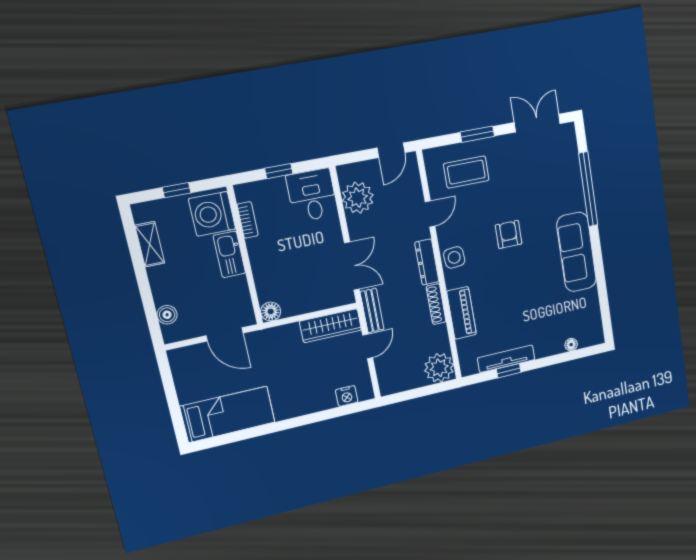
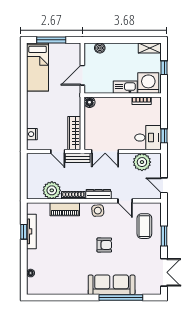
window: (279, 171) -> (164, 136), moved
shelving: (150, 244) -> (150, 48), moved
sofa: (577, 252) -> (112, 285), moved
plant: (439, 368) -> (52, 190), moved
window: (173, 403) -> (51, 40), added

